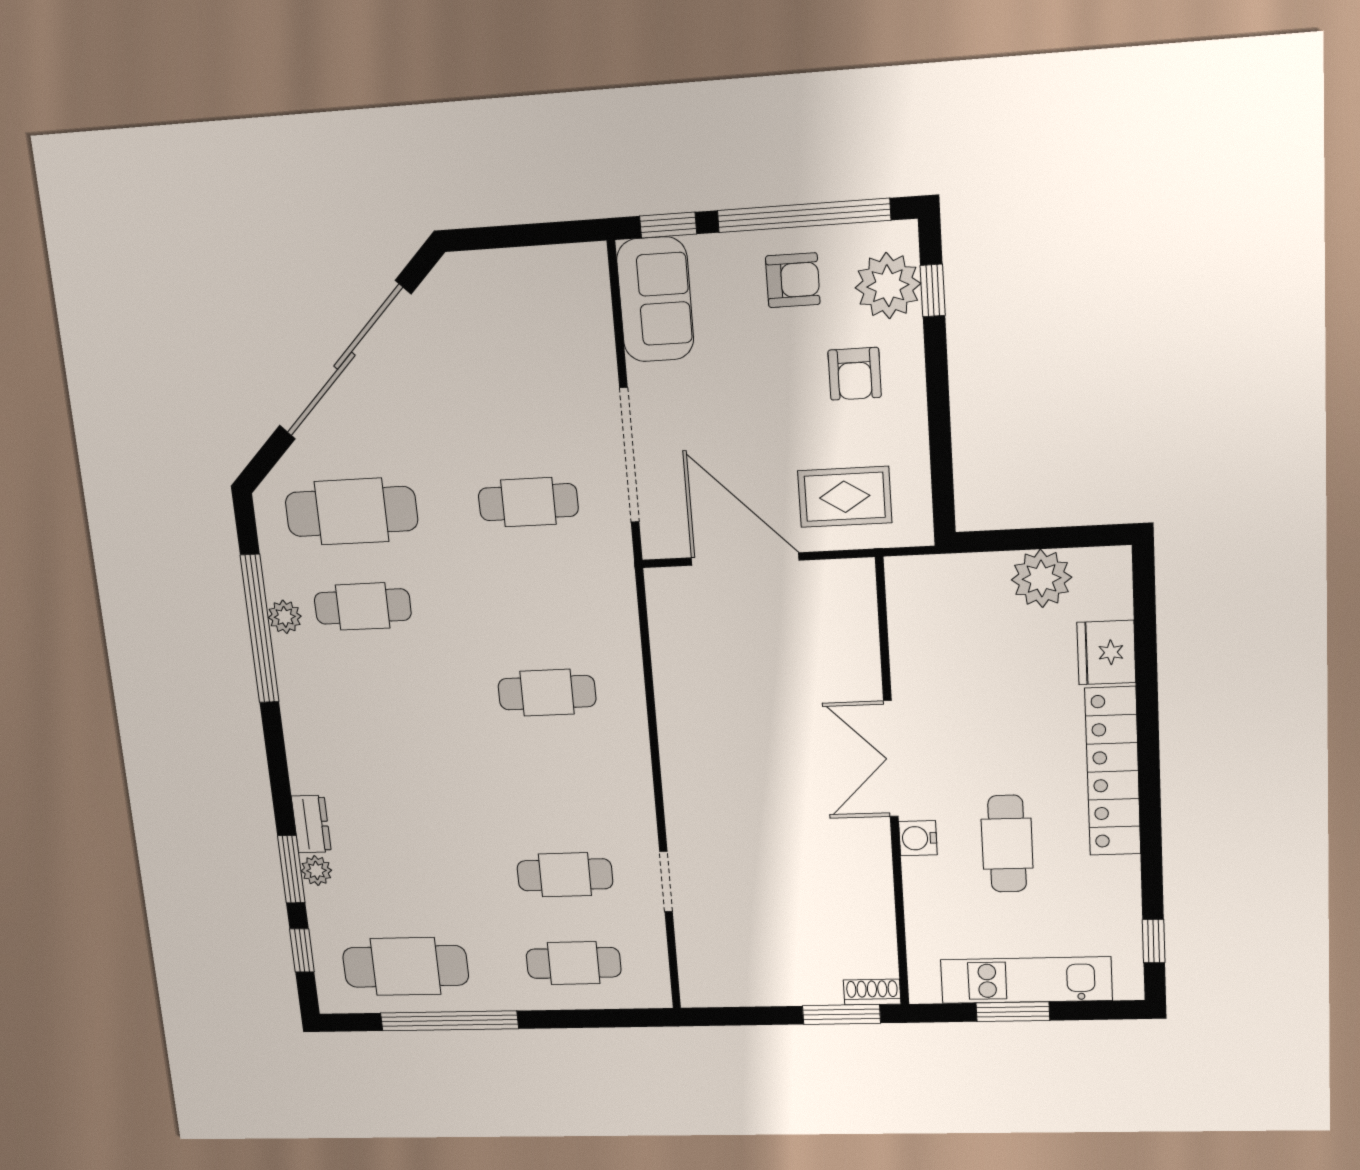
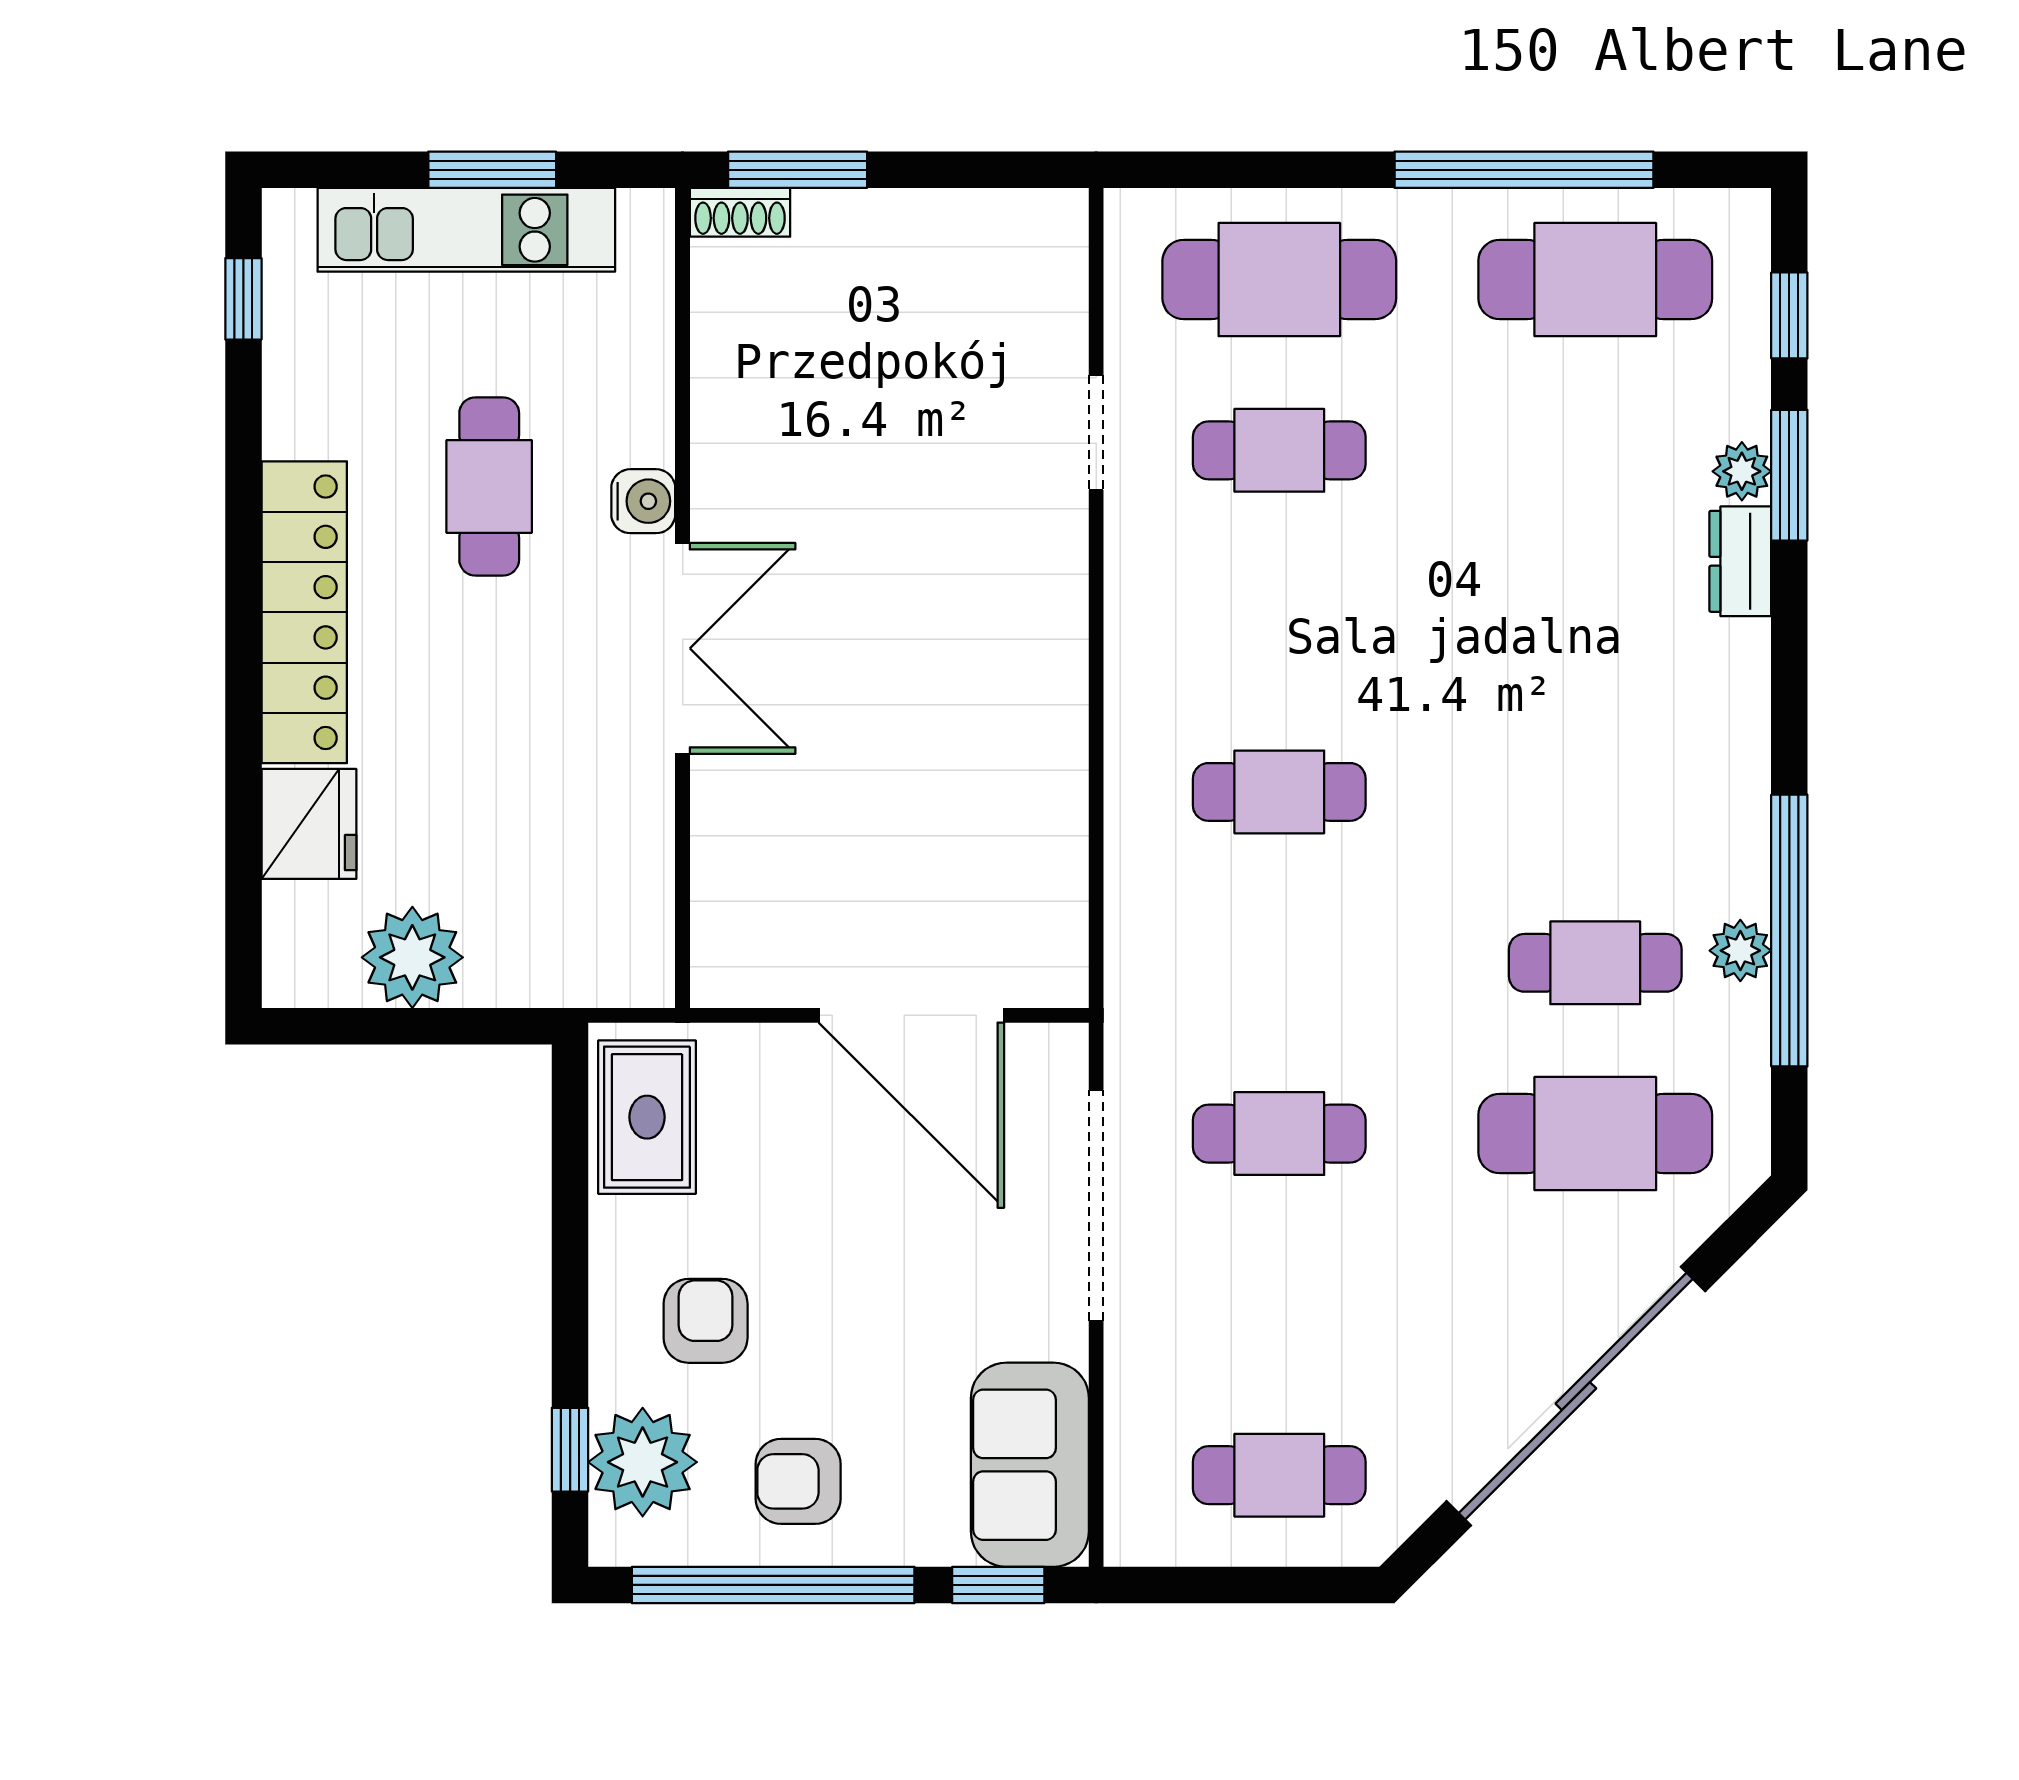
cafe table: (509, 303) -> (1279, 1475), added
rug: (845, 497) -> (647, 1117), moved, turned 90
cafe table: (574, 963) -> (1279, 280), width x1.37, depth x1.35

